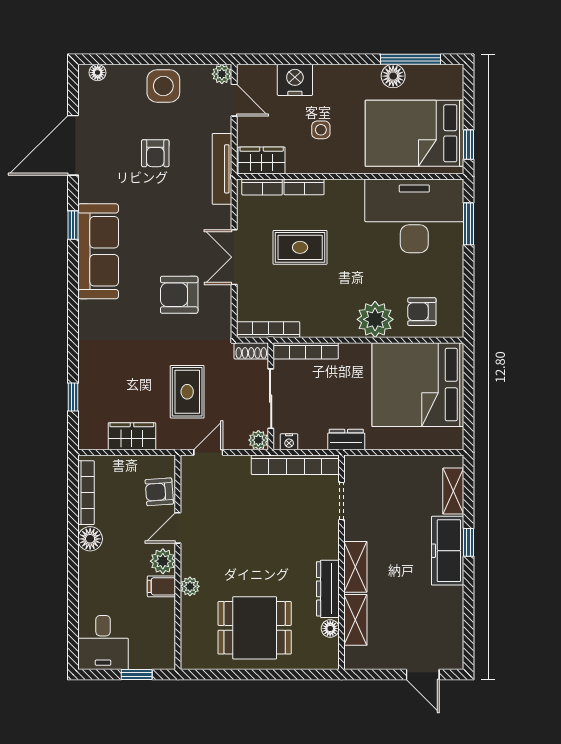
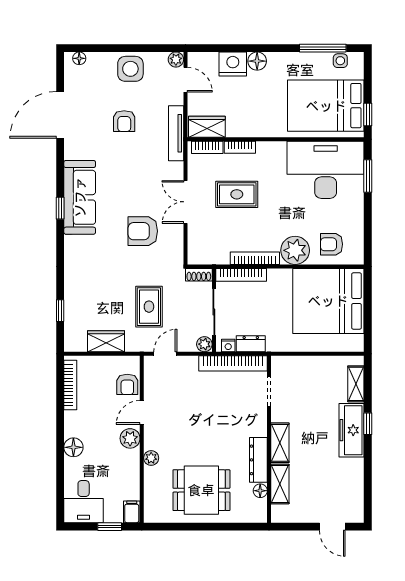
floor lamp: (393, 76) -> (257, 61), moved
side table: (321, 130) -> (340, 61), moved
window: (73, 225) -> (60, 208), moved
bookcase: (268, 330) -> (255, 258), moved
dresser: (346, 440) -> (251, 344), moved
armchair: (159, 492) -> (127, 384), turned -86
floor lamp: (90, 539) -> (73, 447), moved
filing cabinet: (161, 586) -> (132, 512), moved, turned 90

